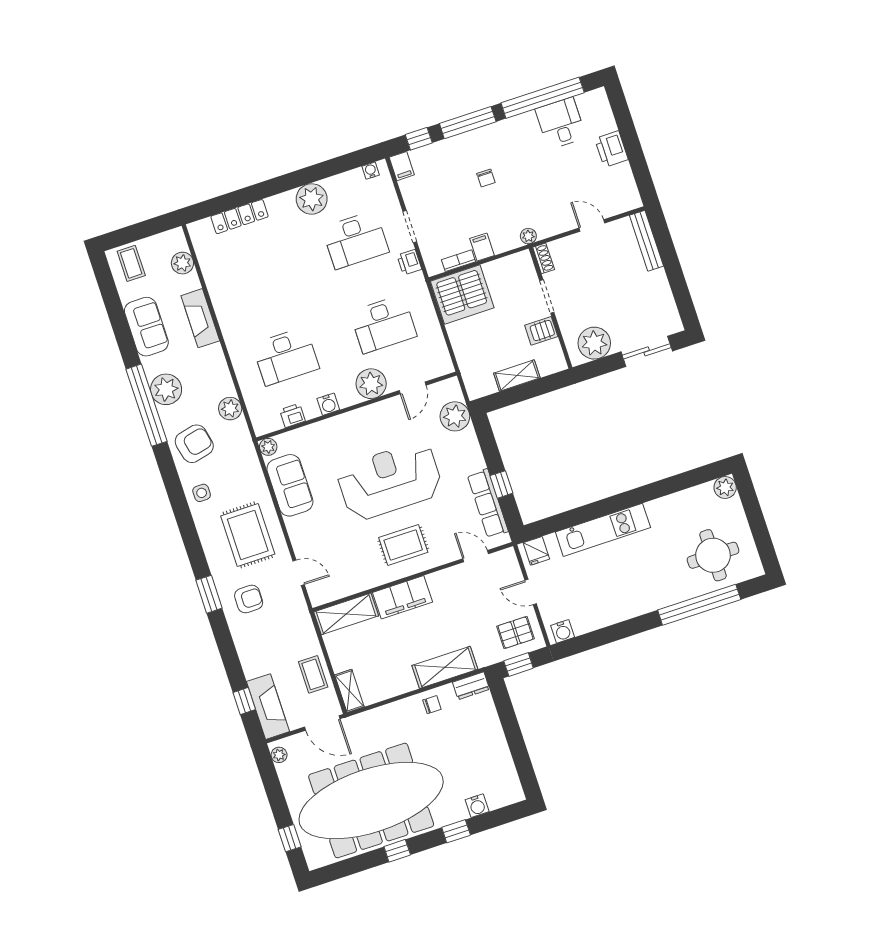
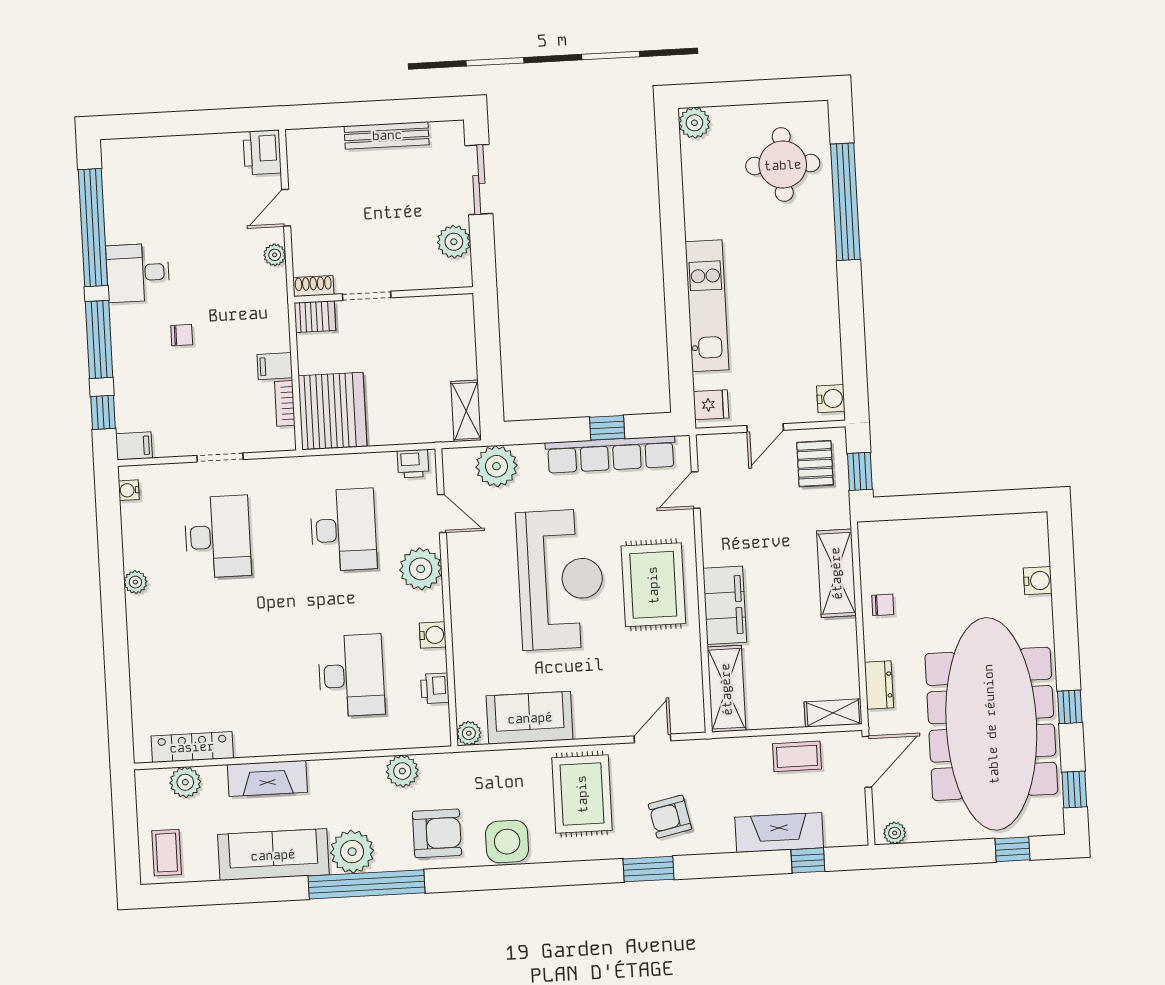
desk: (561, 123) -> (138, 273), moved
printer: (611, 149) -> (262, 152), moved, turned 90
plant: (312, 199) -> (135, 582), width x0.53, depth x0.53
locker: (239, 217) -> (192, 747), moved, turned -90
plant: (528, 236) -> (275, 255), moved
bench: (646, 241) -> (387, 135), moved
printer: (409, 262) -> (413, 464), moved
coffee table: (131, 263) -> (167, 853), turned 90
sofa: (146, 327) -> (273, 855), width x1.36
server rack: (541, 331) -> (315, 317), moved, turned -90
plant: (594, 343) -> (454, 242), width x0.73, depth x0.73
shelving: (517, 376) -> (466, 411), moved
armchair: (194, 444) -> (437, 833), turned 103
reception desk: (390, 481) -> (561, 579), turned 180
side table: (202, 493) -> (507, 842), width x1.87, depth x1.87
row of seats: (488, 503) -> (611, 455), width x1.36
rug: (248, 535) -> (582, 794), turned 90
rug: (403, 545) -> (653, 585), width x1.36, depth x1.43
armchair: (249, 599) -> (670, 817), turned -102
dresser: (471, 686) -> (879, 685), moved
chair: (432, 705) -> (883, 605), turned 90
fireplace: (268, 707) -> (779, 833), moved
window: (456, 831) -> (1074, 790), moved

